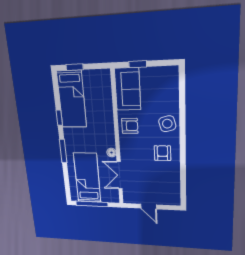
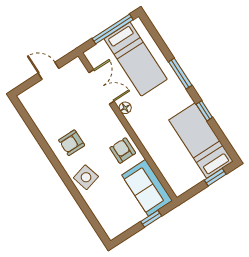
armchair: (130, 126) -> (123, 151), turned 90
armchair: (162, 153) -> (72, 143), turned 90

